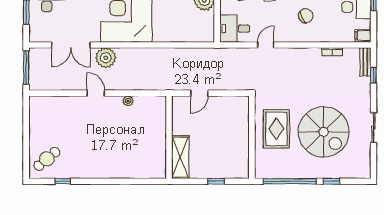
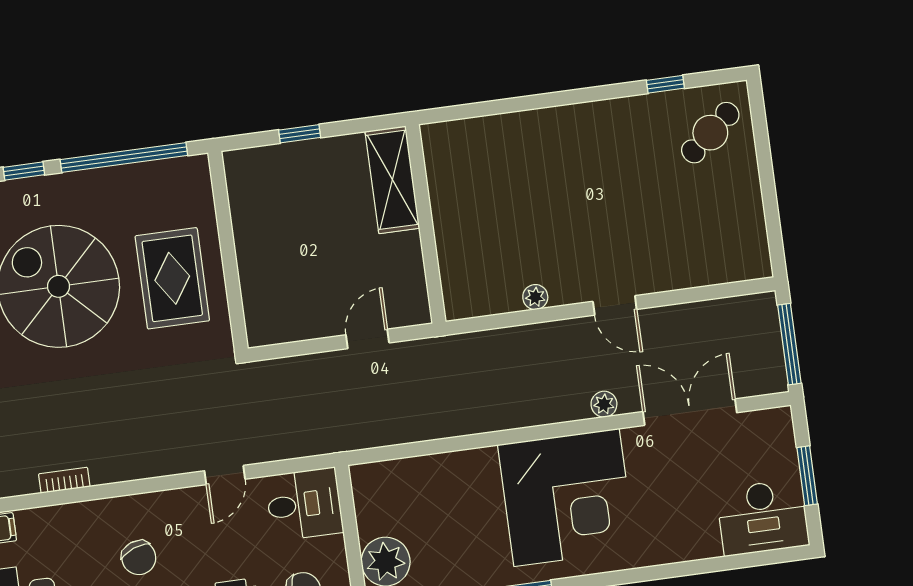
chair: (306, 16) -> (139, 558), turned -83
plant: (106, 58) -> (604, 404), width x0.53, depth x0.53

